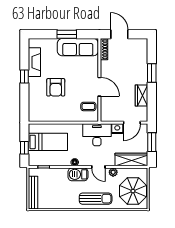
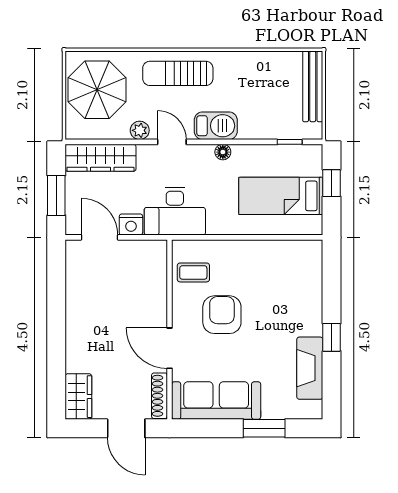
window: (67, 34) -> (264, 428), moved
window: (152, 73) -> (56, 345), removed
armchair: (56, 87) -> (222, 315), moved
door: (99, 87) -> (170, 348), moved
wardrobe: (142, 96) -> (78, 397), moved
door: (132, 123) -> (99, 237), hinge flipped

